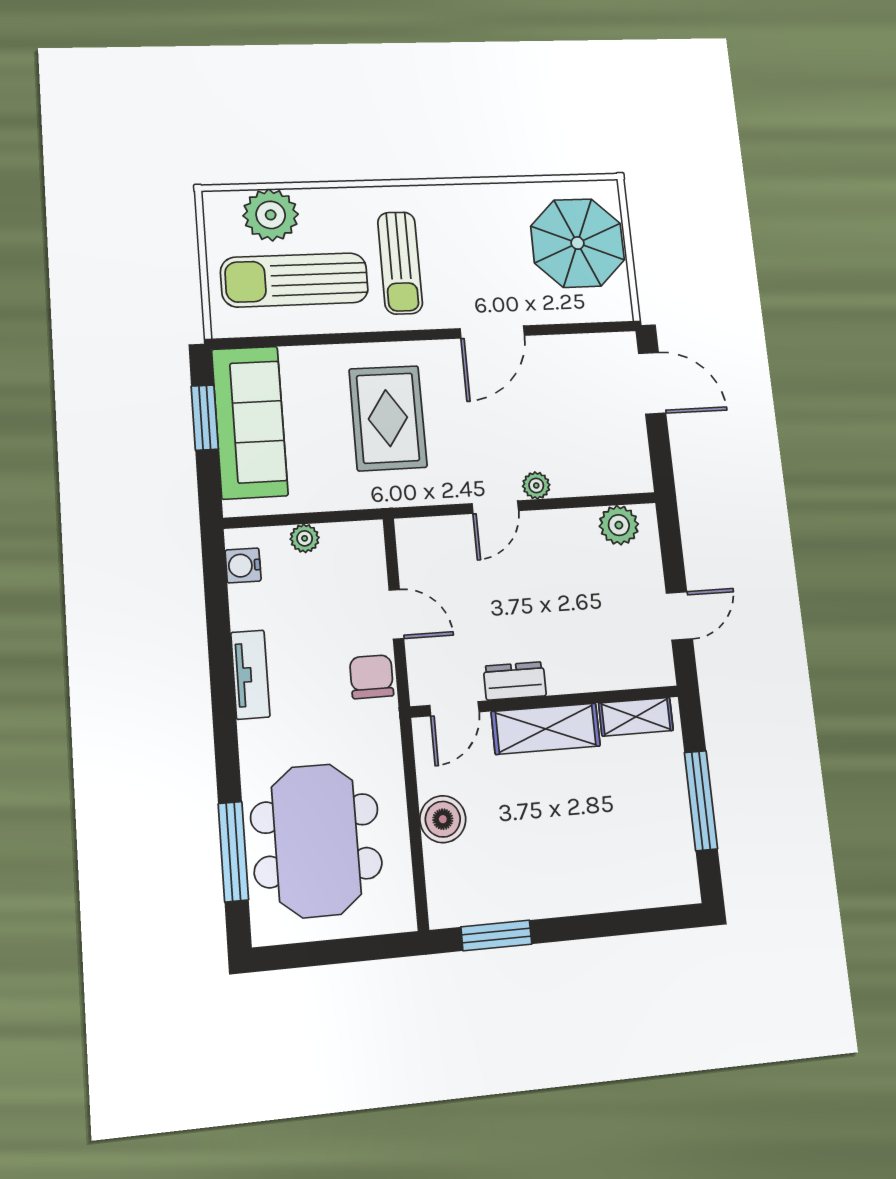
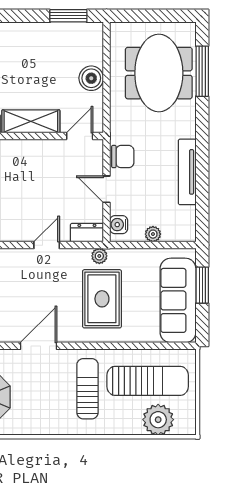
window: (205, 418) -> (202, 285), moved
plant: (536, 485) -> (99, 256), moved
water cooler: (243, 565) -> (119, 225), moved, turned 180
tv unit: (250, 675) -> (187, 172), width x1.41
chair: (372, 677) -> (123, 157), turned -90
dresser: (515, 681) -> (87, 233), moved, turned 180

